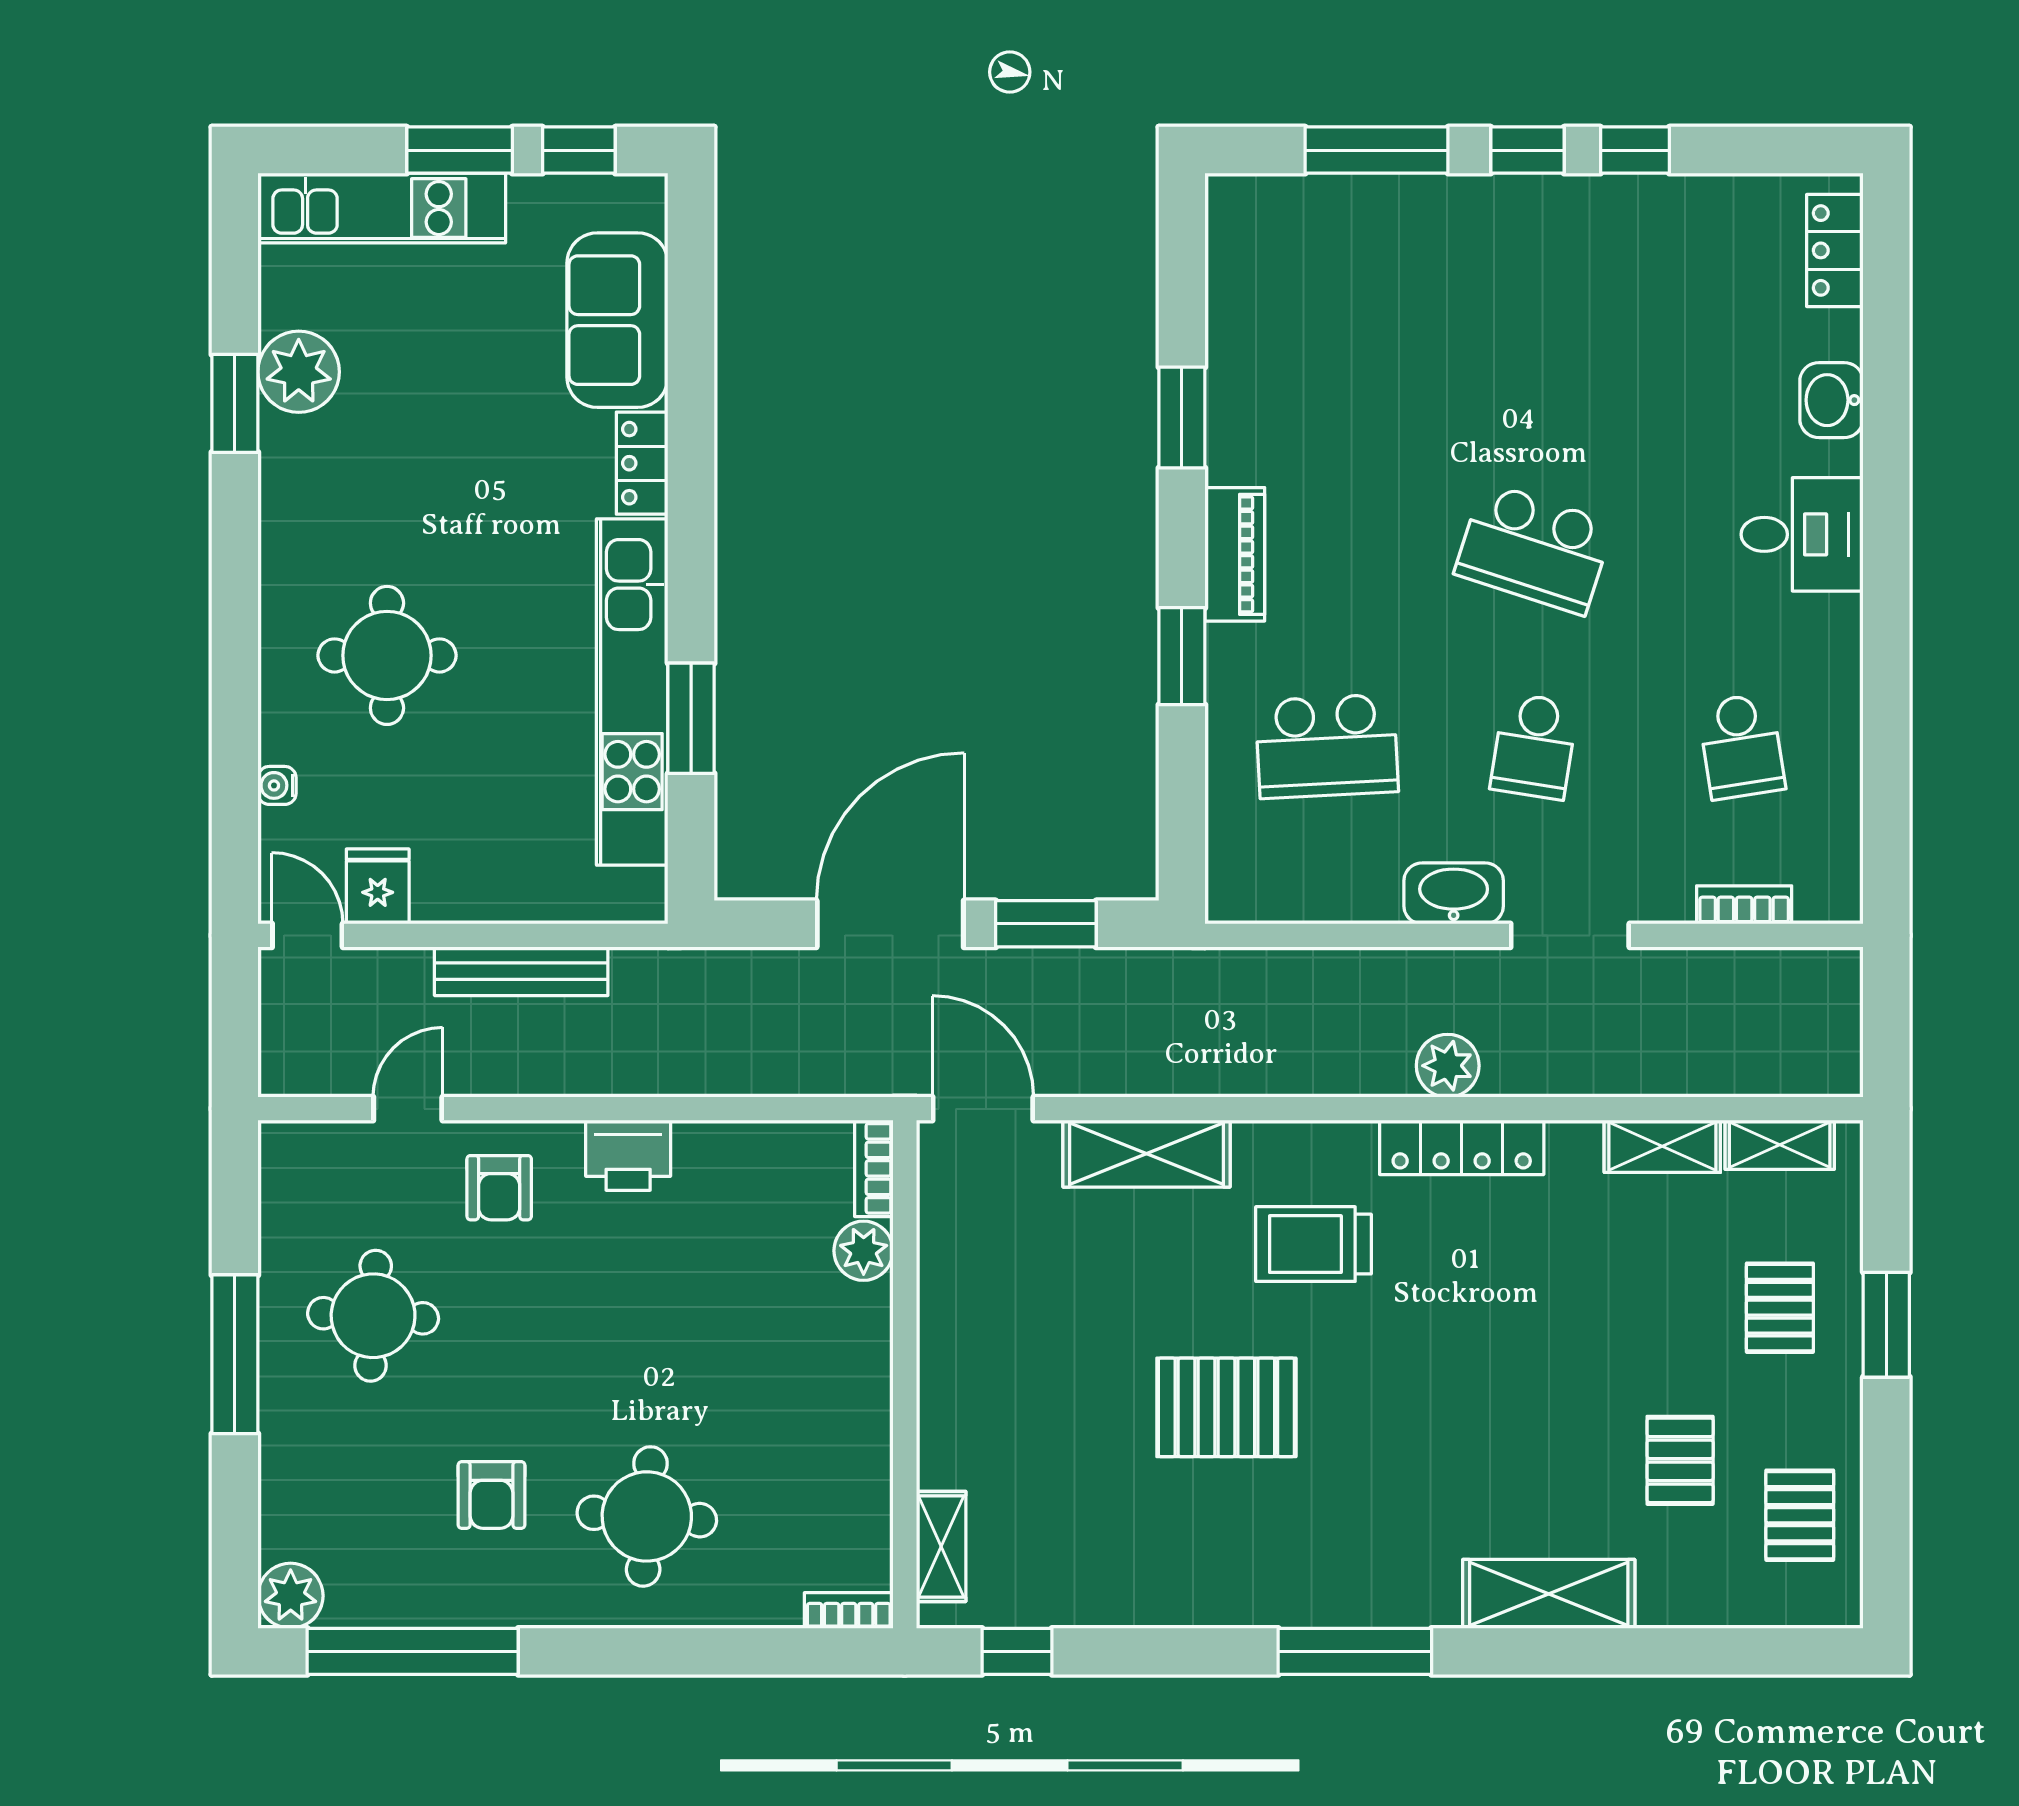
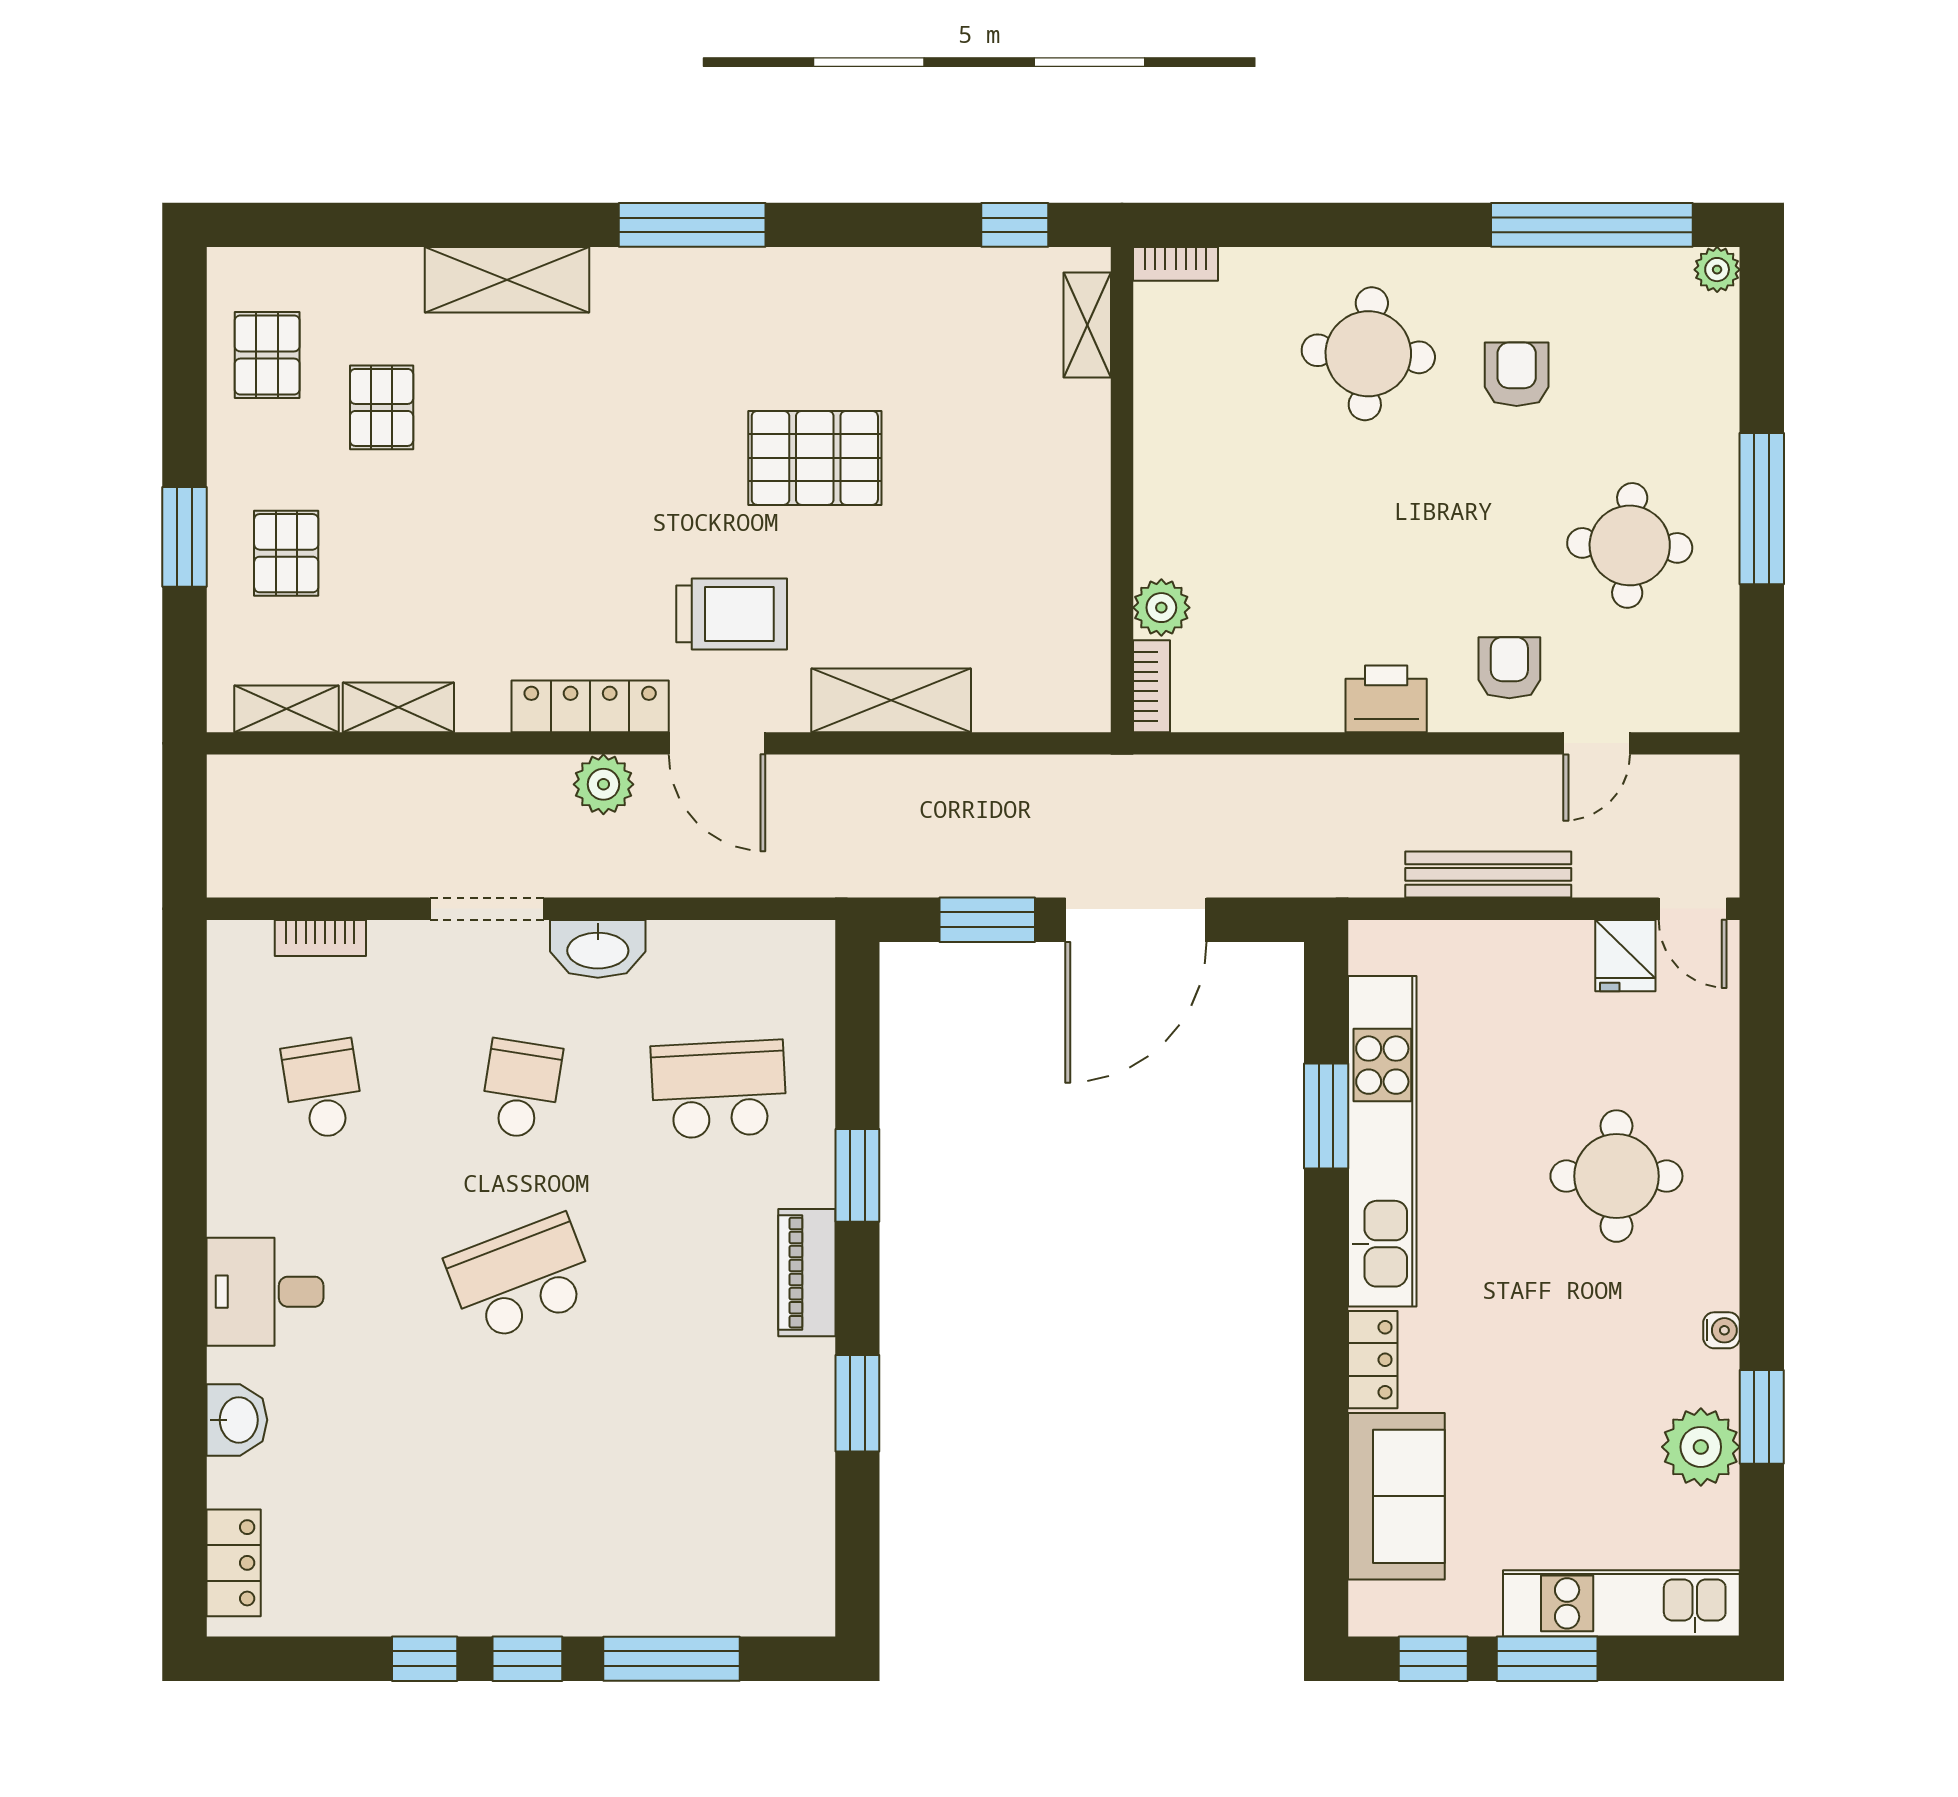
school desk: (1534, 548) -> (521, 1278), turned -39
water cooler: (277, 785) -> (1721, 1330), moved
door: (983, 1109) -> (717, 743), moved
plant: (291, 1596) -> (1717, 270), width x0.73, depth x0.73

